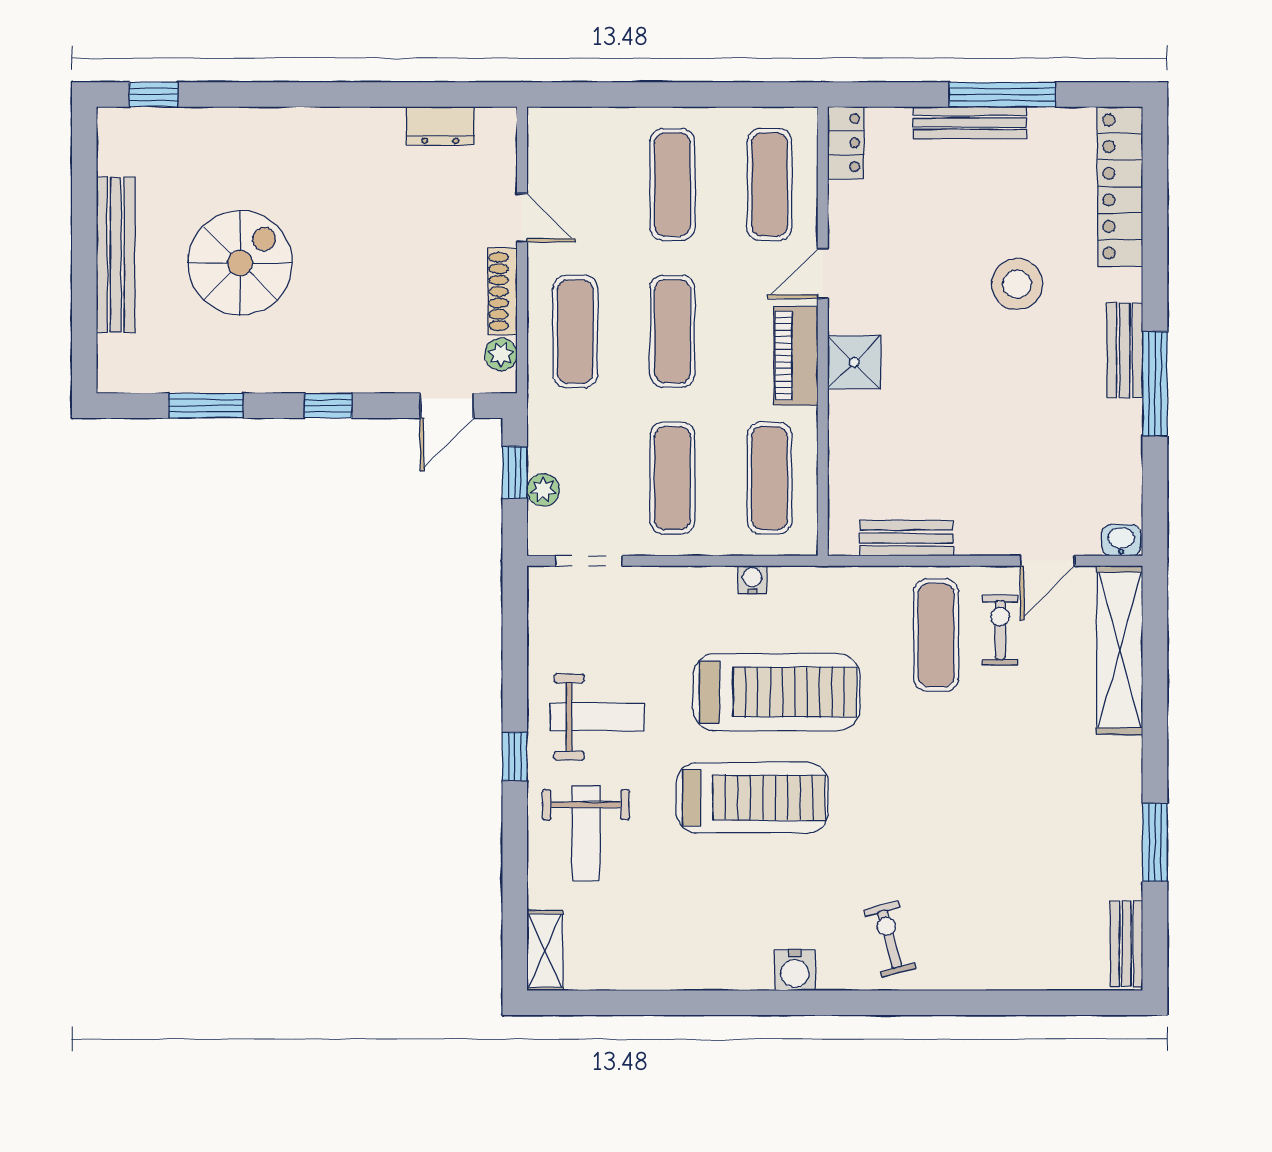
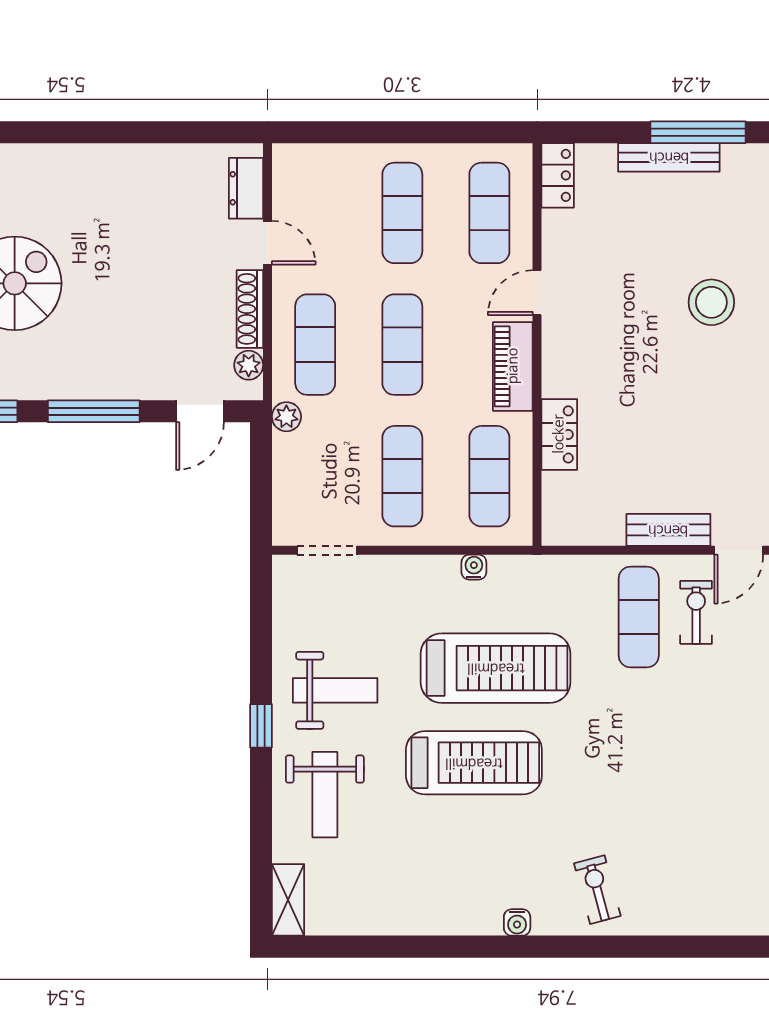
dresser: (440, 126) -> (246, 188), moved, turned 90
shower: (854, 362) -> (565, 372), removed
window: (328, 406) -> (94, 411), width x2.17
locker: (847, 432) -> (559, 434), added
window: (515, 473) -> (261, 471), removed
plant: (543, 490) -> (286, 417), moved
bench: (907, 538) -> (668, 530), moved
water cooler: (795, 970) -> (517, 922), width x0.72, depth x0.72

